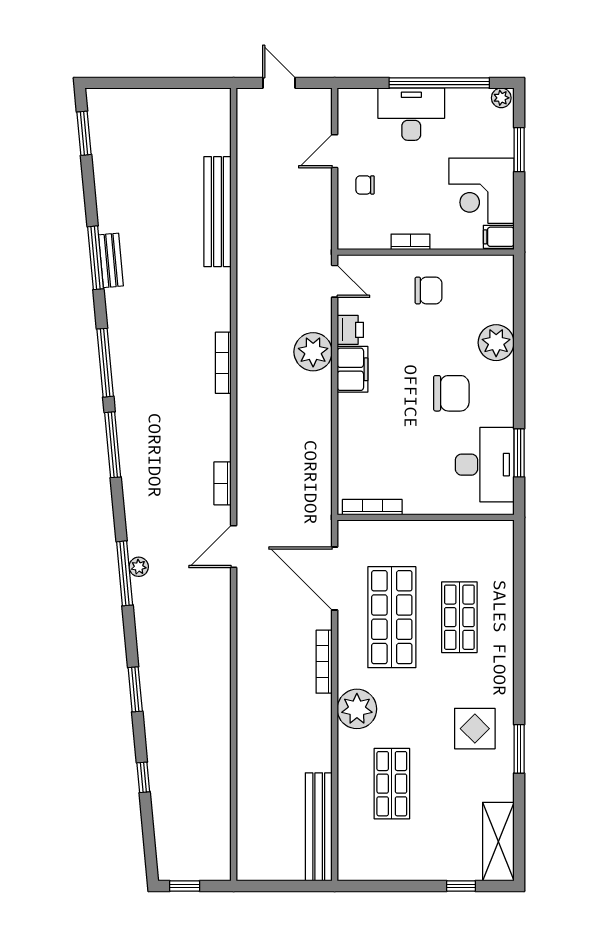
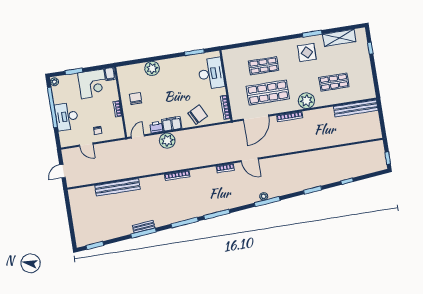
chair: (451, 393) -> (198, 115), moved, turned 63
desk: (485, 465) -> (211, 73), moved, turned 90
shelving: (498, 842) -> (339, 38), moved

